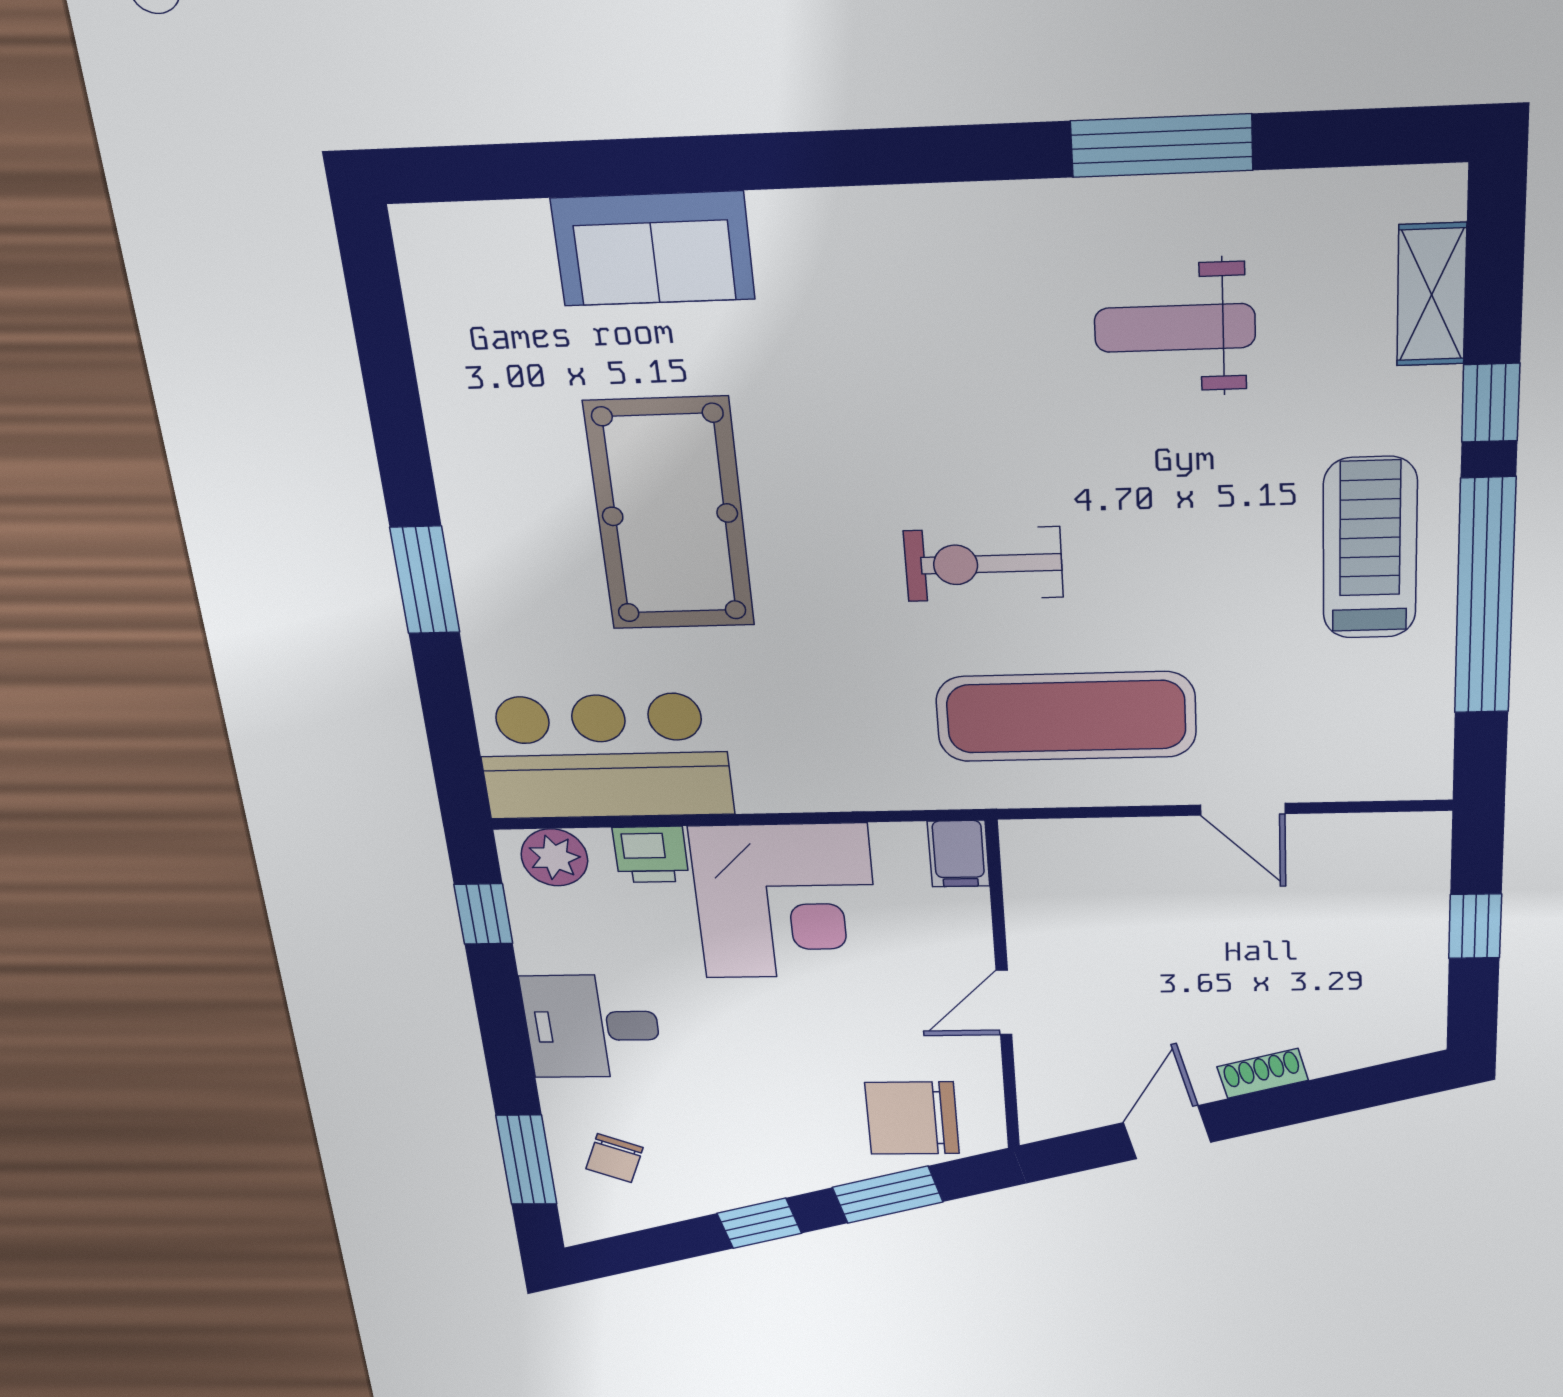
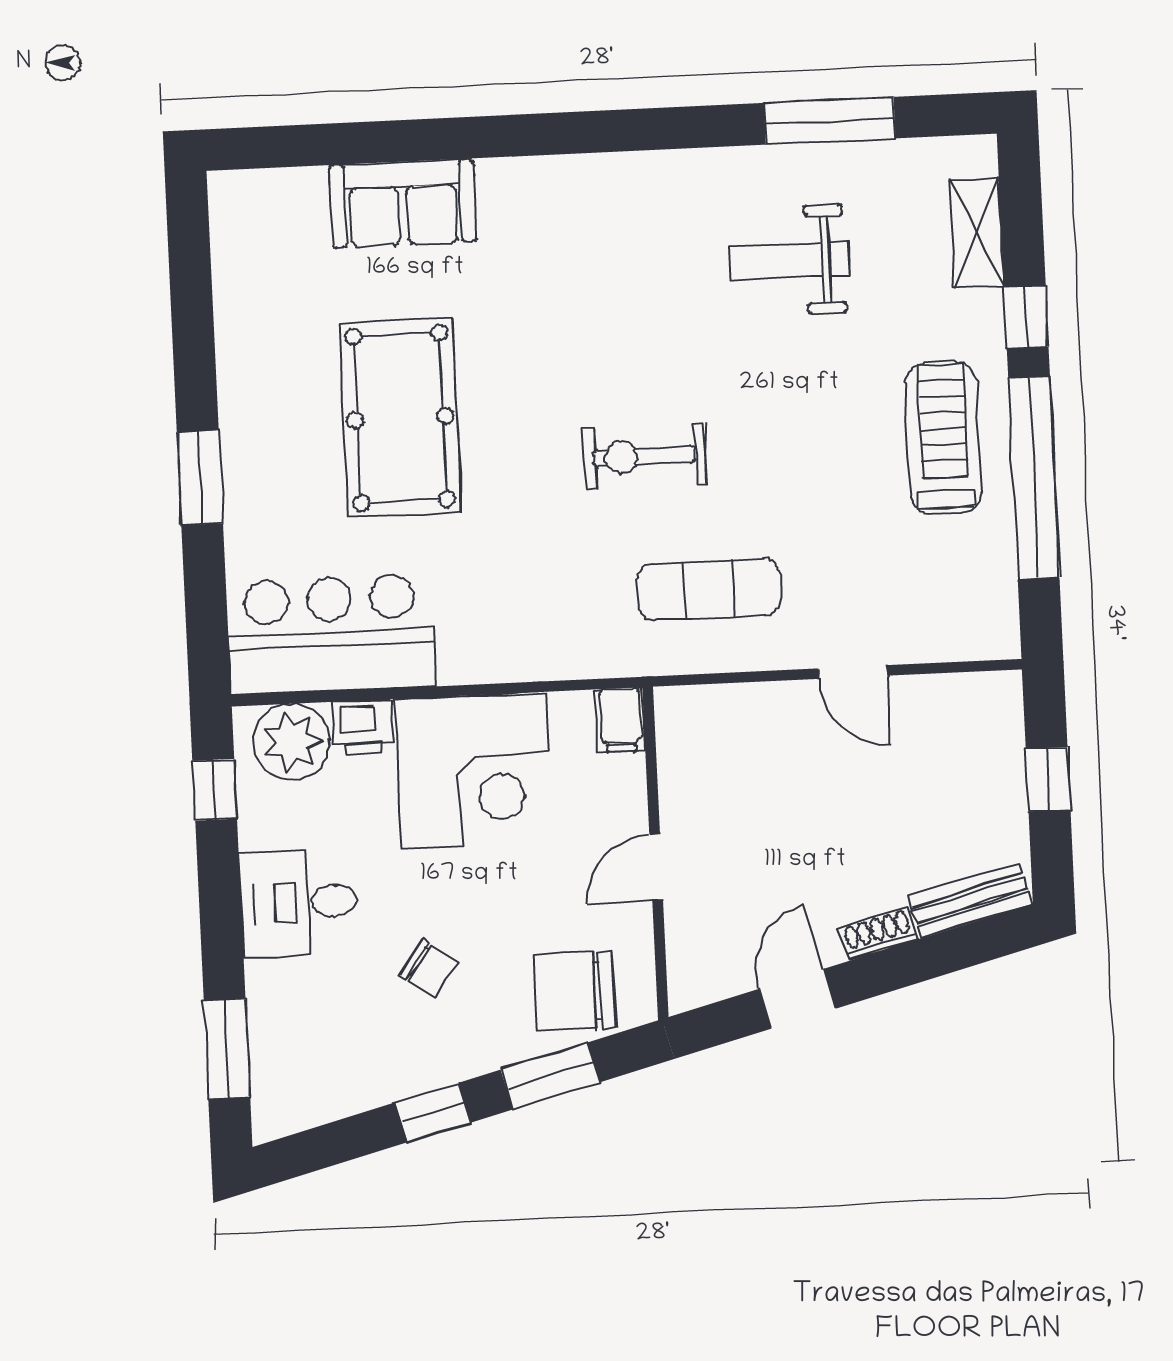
window: (1162, 146) -> (830, 121), moved
exercise mat: (1066, 717) -> (709, 590), width x0.73, depth x0.69
plant: (554, 857) -> (291, 742), width x1.36, depth x1.36
bench: (1373, 1044) -> (970, 900), added
chair: (614, 1158) -> (429, 968), moved, turned -76

